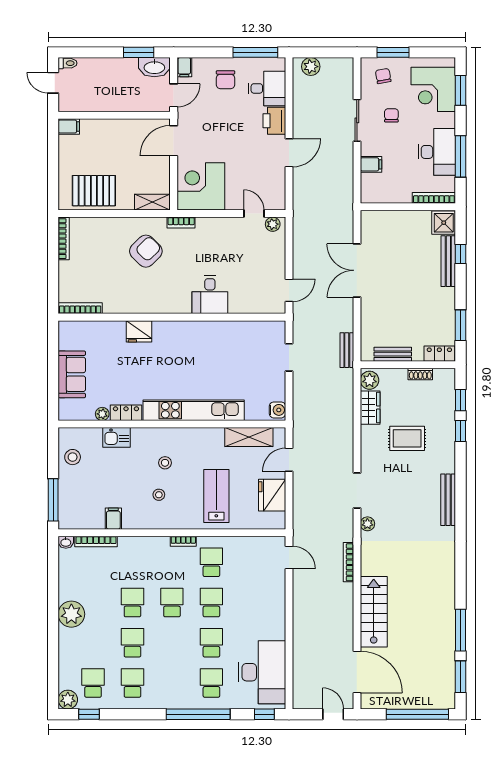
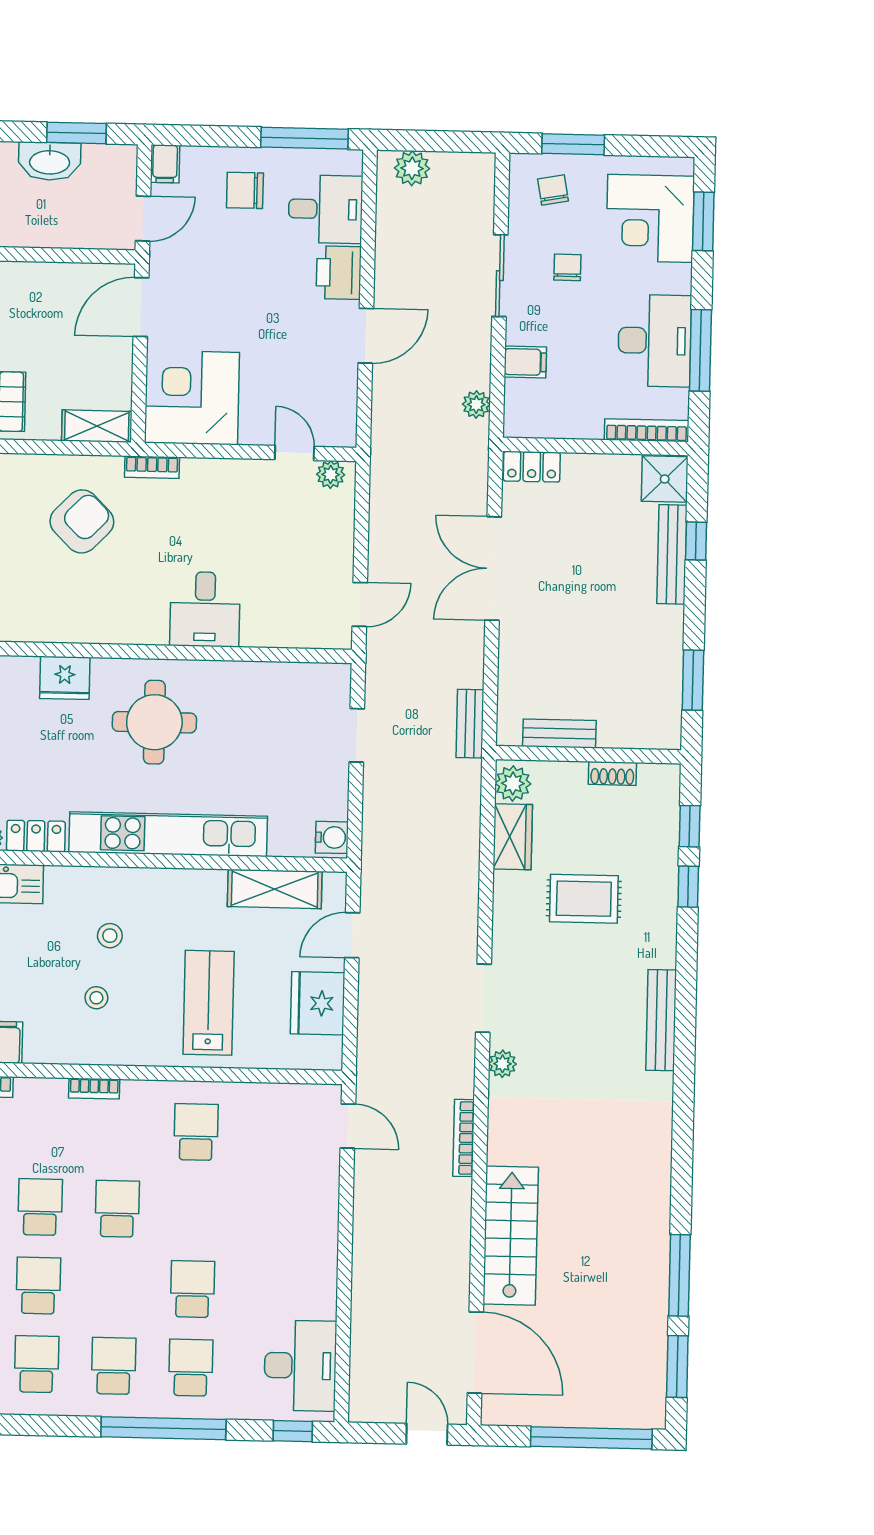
washbasin: (154, 67) -> (50, 161), moved
chair: (226, 80) -> (245, 190), turned 90
plant: (346, 187) -> (476, 404), added
round table: (185, 353) -> (154, 722), added
locker: (439, 354) -> (532, 467), moved, turned 180
bookcase: (183, 541) -> (94, 1089), moved
school desk: (211, 603) -> (114, 1366), moved
desk: (262, 672) -> (300, 1366), width x0.73, depth x0.77

